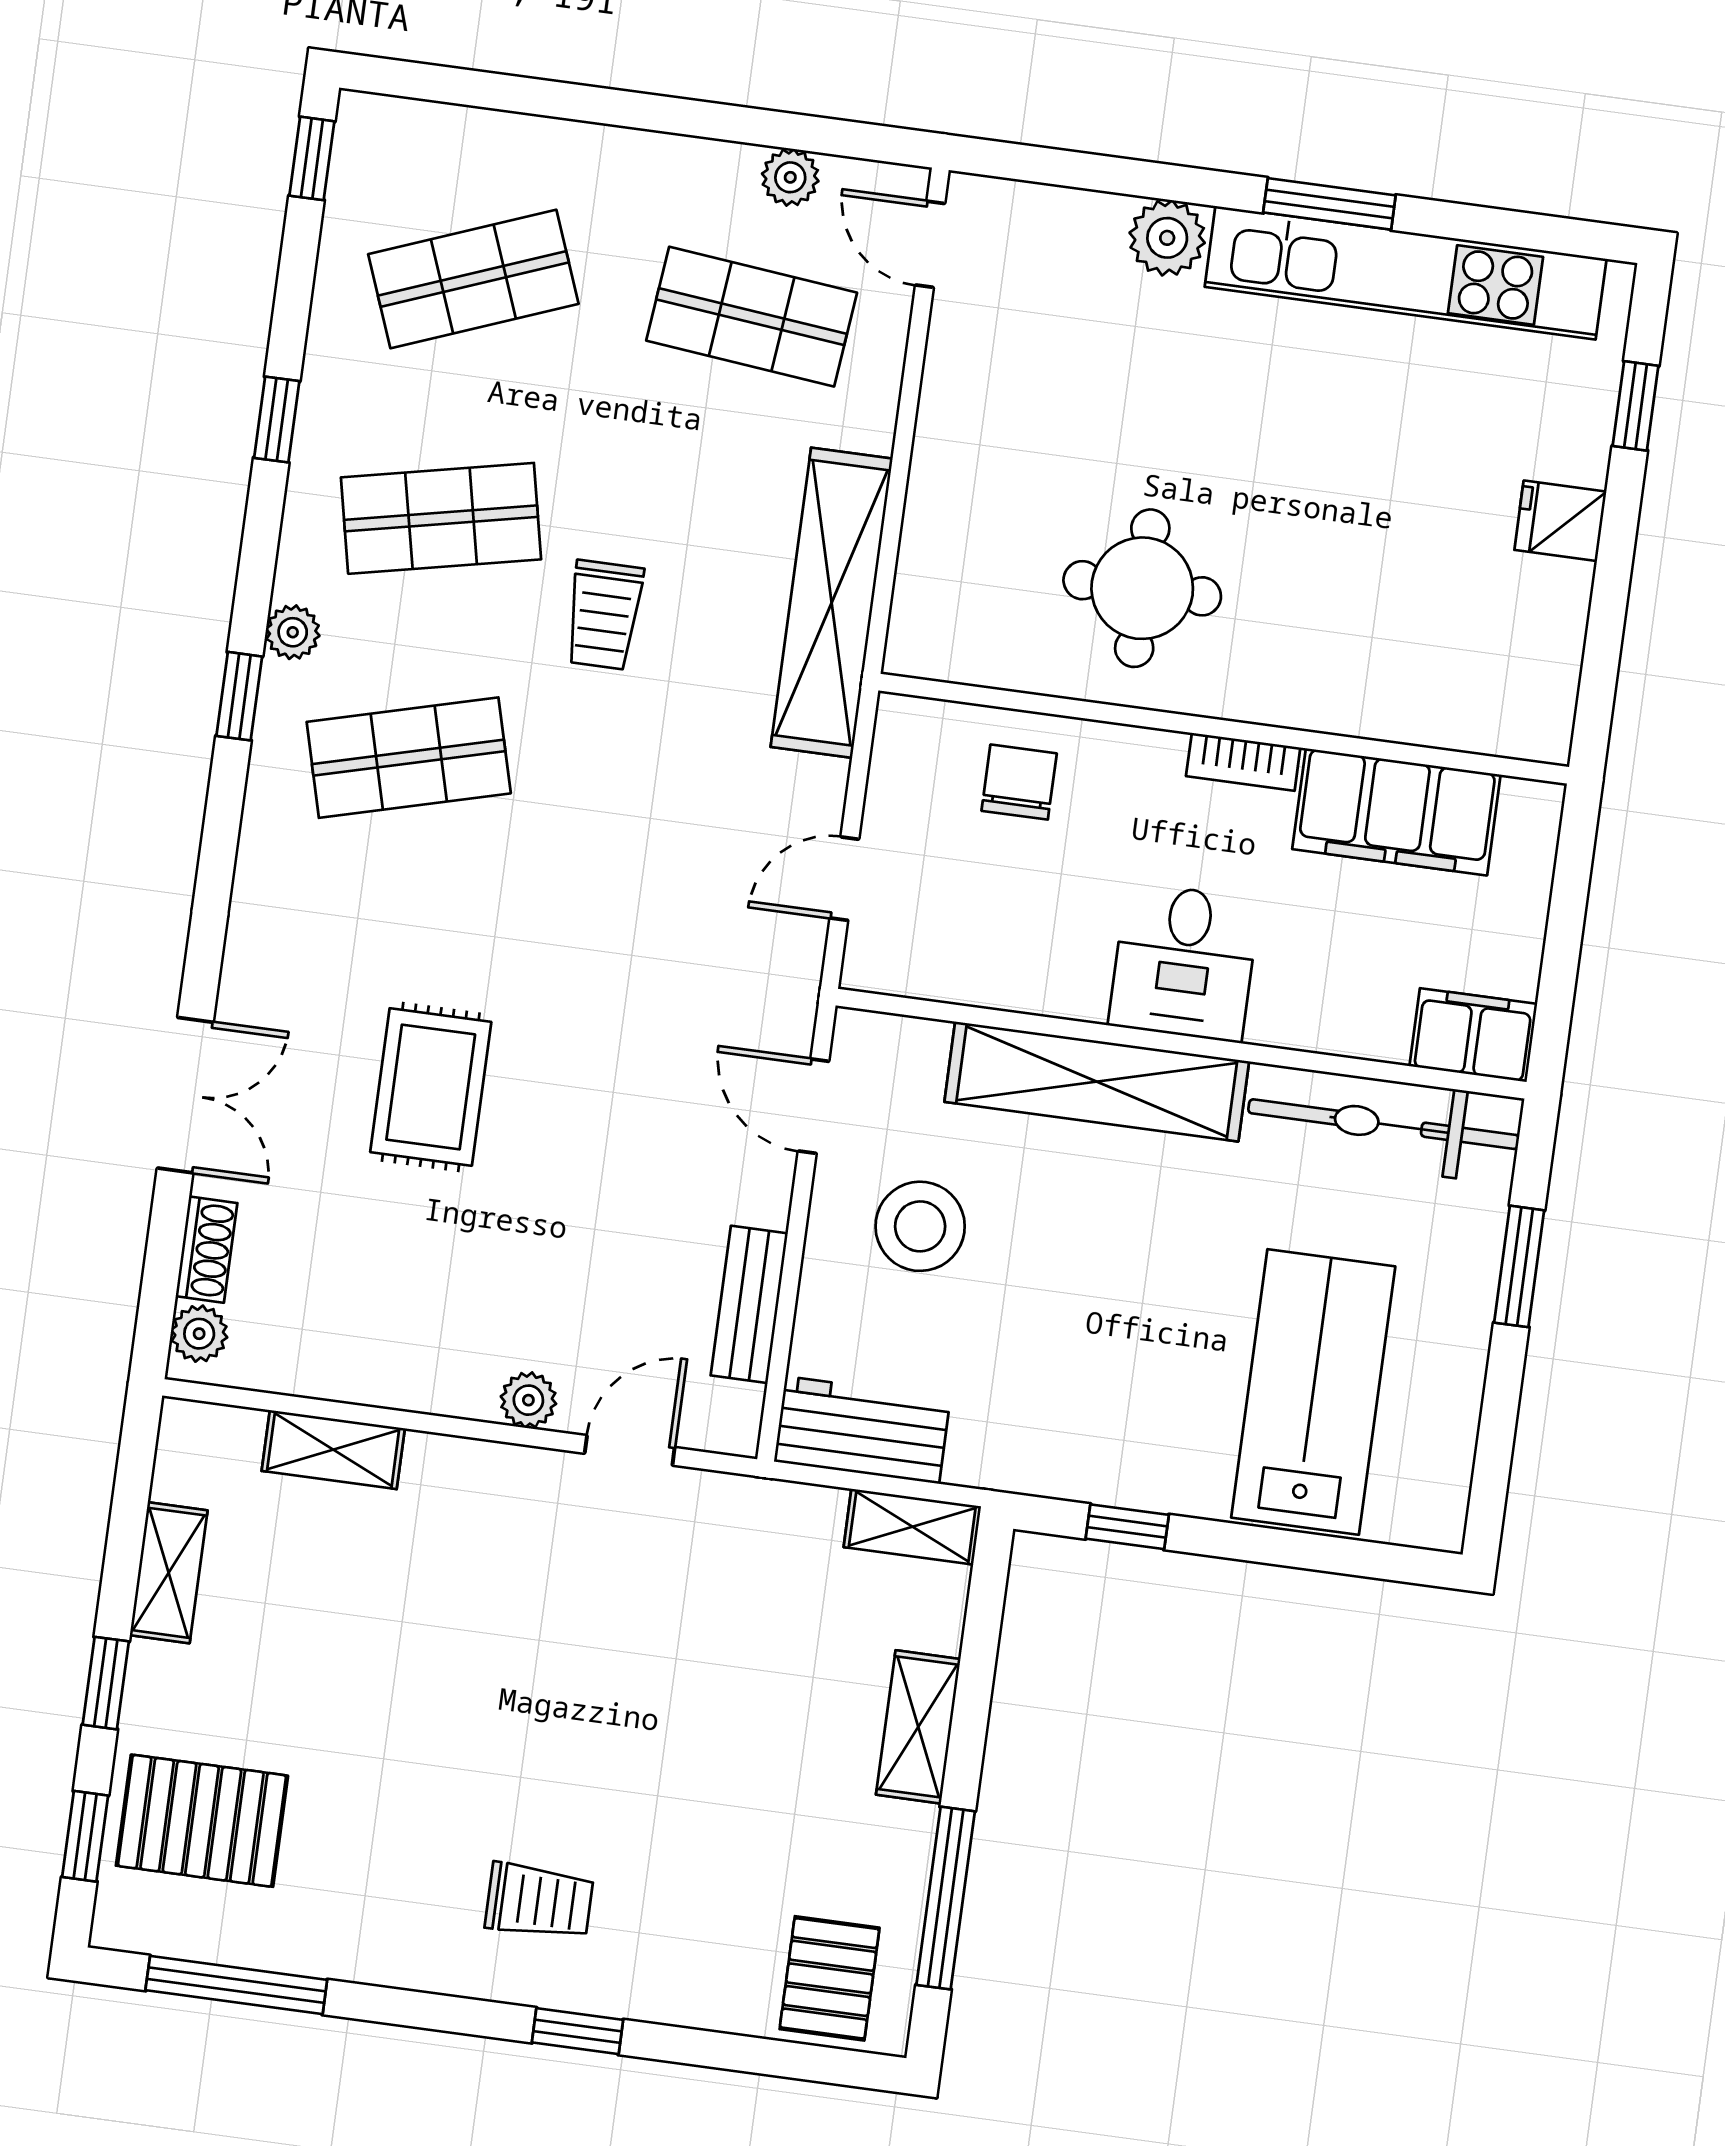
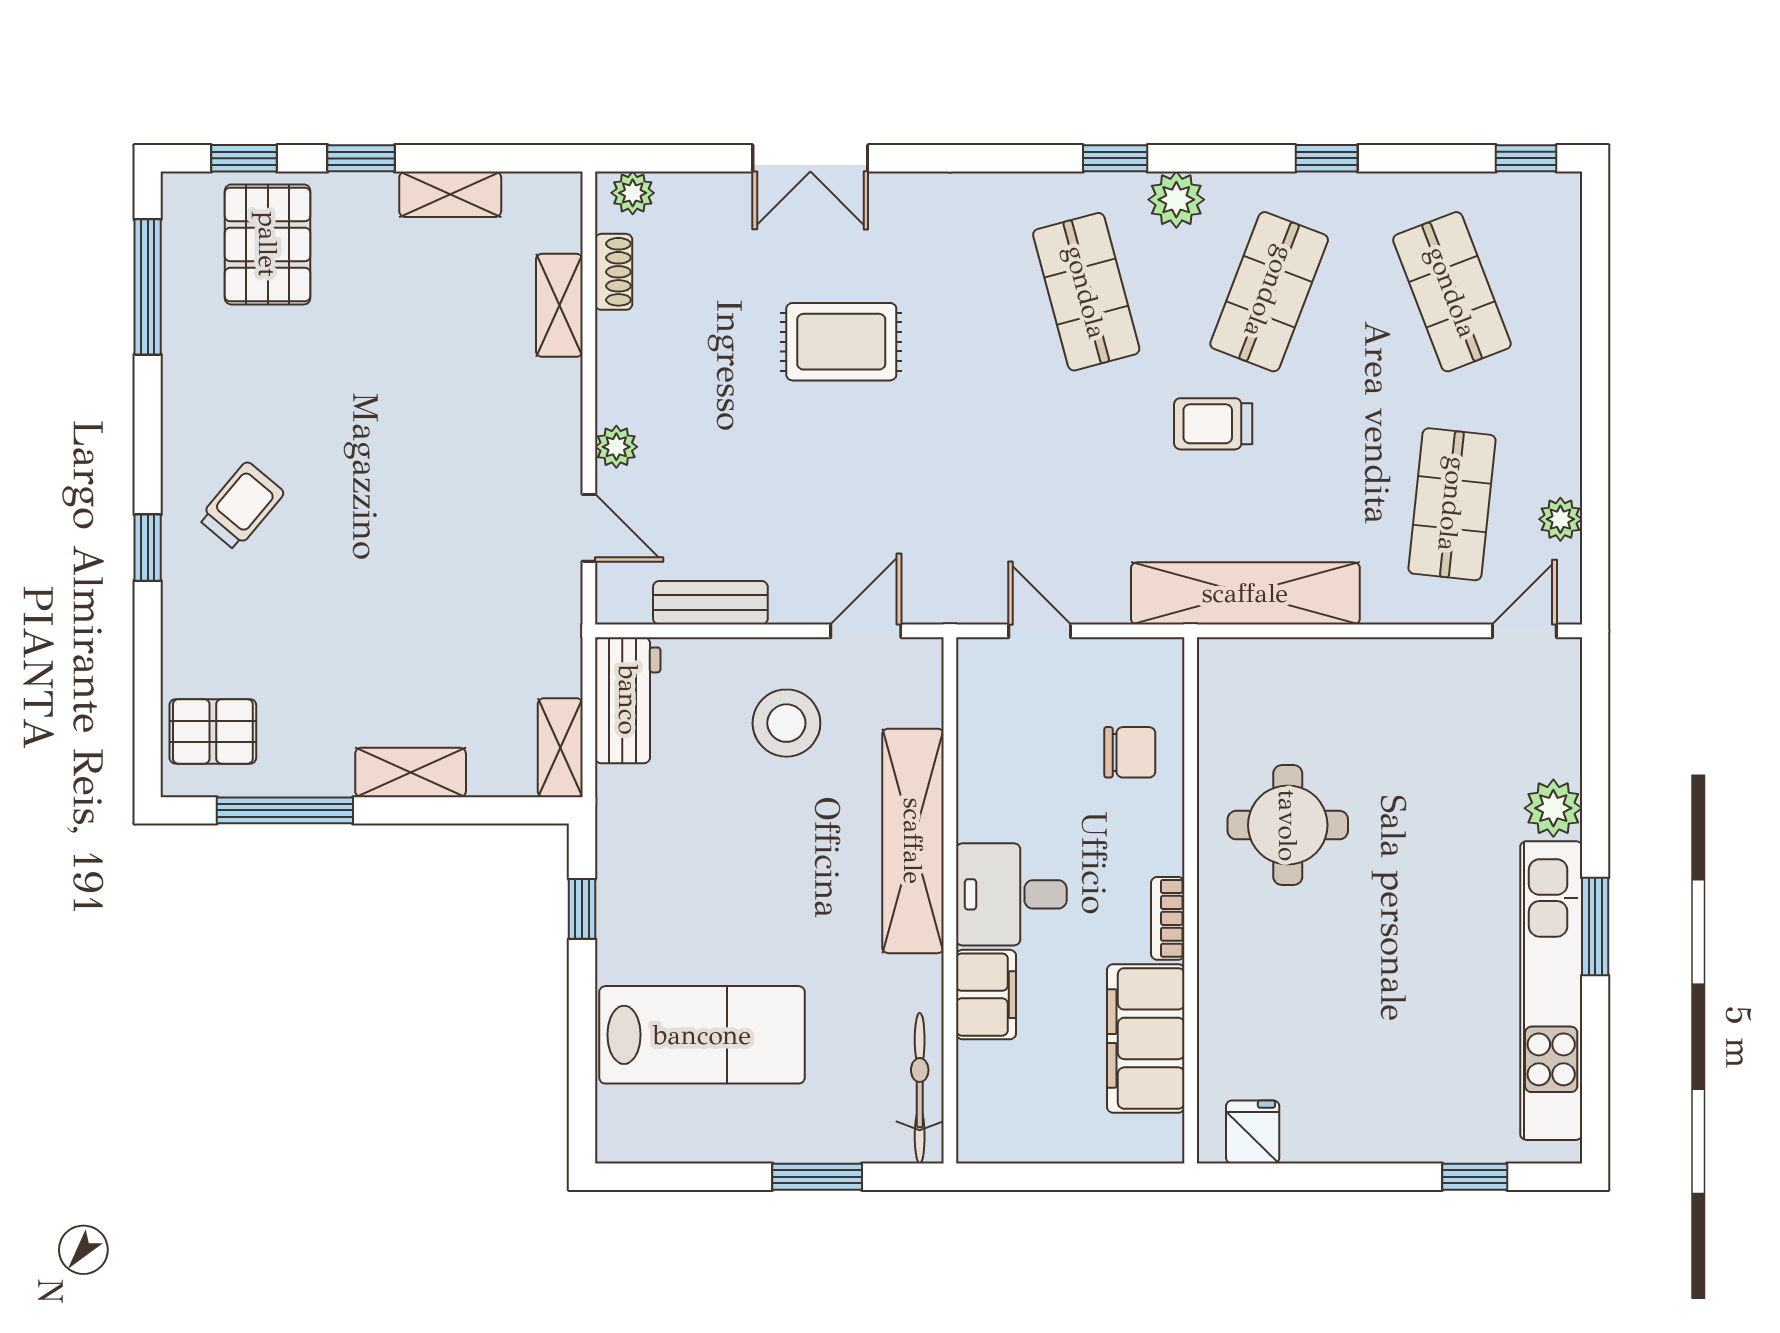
shop shelf: (441, 518) -> (1269, 292), turned 33
fridge: (1560, 521) -> (1253, 1132), moved
plant: (293, 632) -> (1176, 200), width x1.38, depth x1.38
filing cabinet: (1473, 1035) -> (986, 995), moved
bicycle: (1384, 1124) -> (920, 1088), width x0.73, depth x0.71
shoe rack: (206, 1250) -> (614, 272), moved, turned -90
trolley: (539, 1901) -> (241, 506), turned -140

